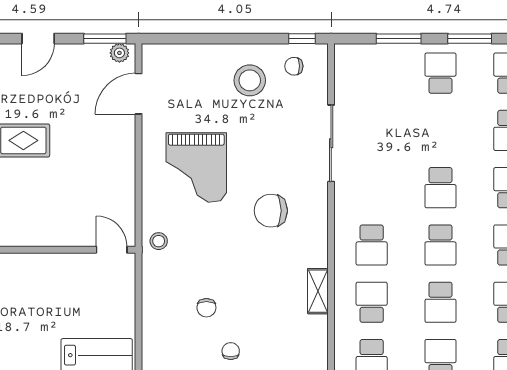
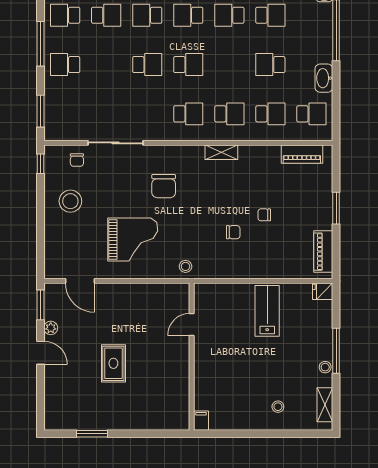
window: (399, 39) -> (40, 111), moved
window: (470, 39) -> (40, 44), width x1.44
plant: (119, 53) -> (51, 328), moved
chair: (294, 66) -> (77, 160), moved
door: (112, 250) -> (192, 324), moved
school desk: (372, 302) -> (229, 114), turned 180
school desk: (440, 302) -> (229, 65), removed

